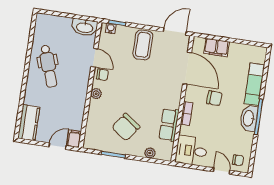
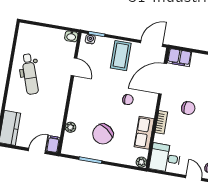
washbasin: (85, 27) -> (71, 36), width x0.52, depth x0.69
filing cabinet: (216, 47) -> (179, 57), moved
door: (187, 68) -> (163, 79), swing flipped
chair: (102, 75) -> (128, 100), moved
plant: (96, 94) -> (70, 127), moved
plant: (150, 153) -> (141, 162), moved

